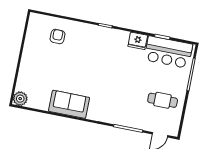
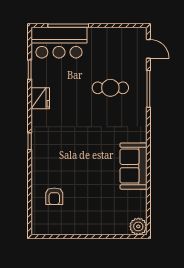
armchair: (58, 36) -> (54, 196), turned -90
bar counter: (168, 52) -> (59, 43), moved, turned 90
cafe table: (163, 100) -> (110, 88), moved, turned 90

